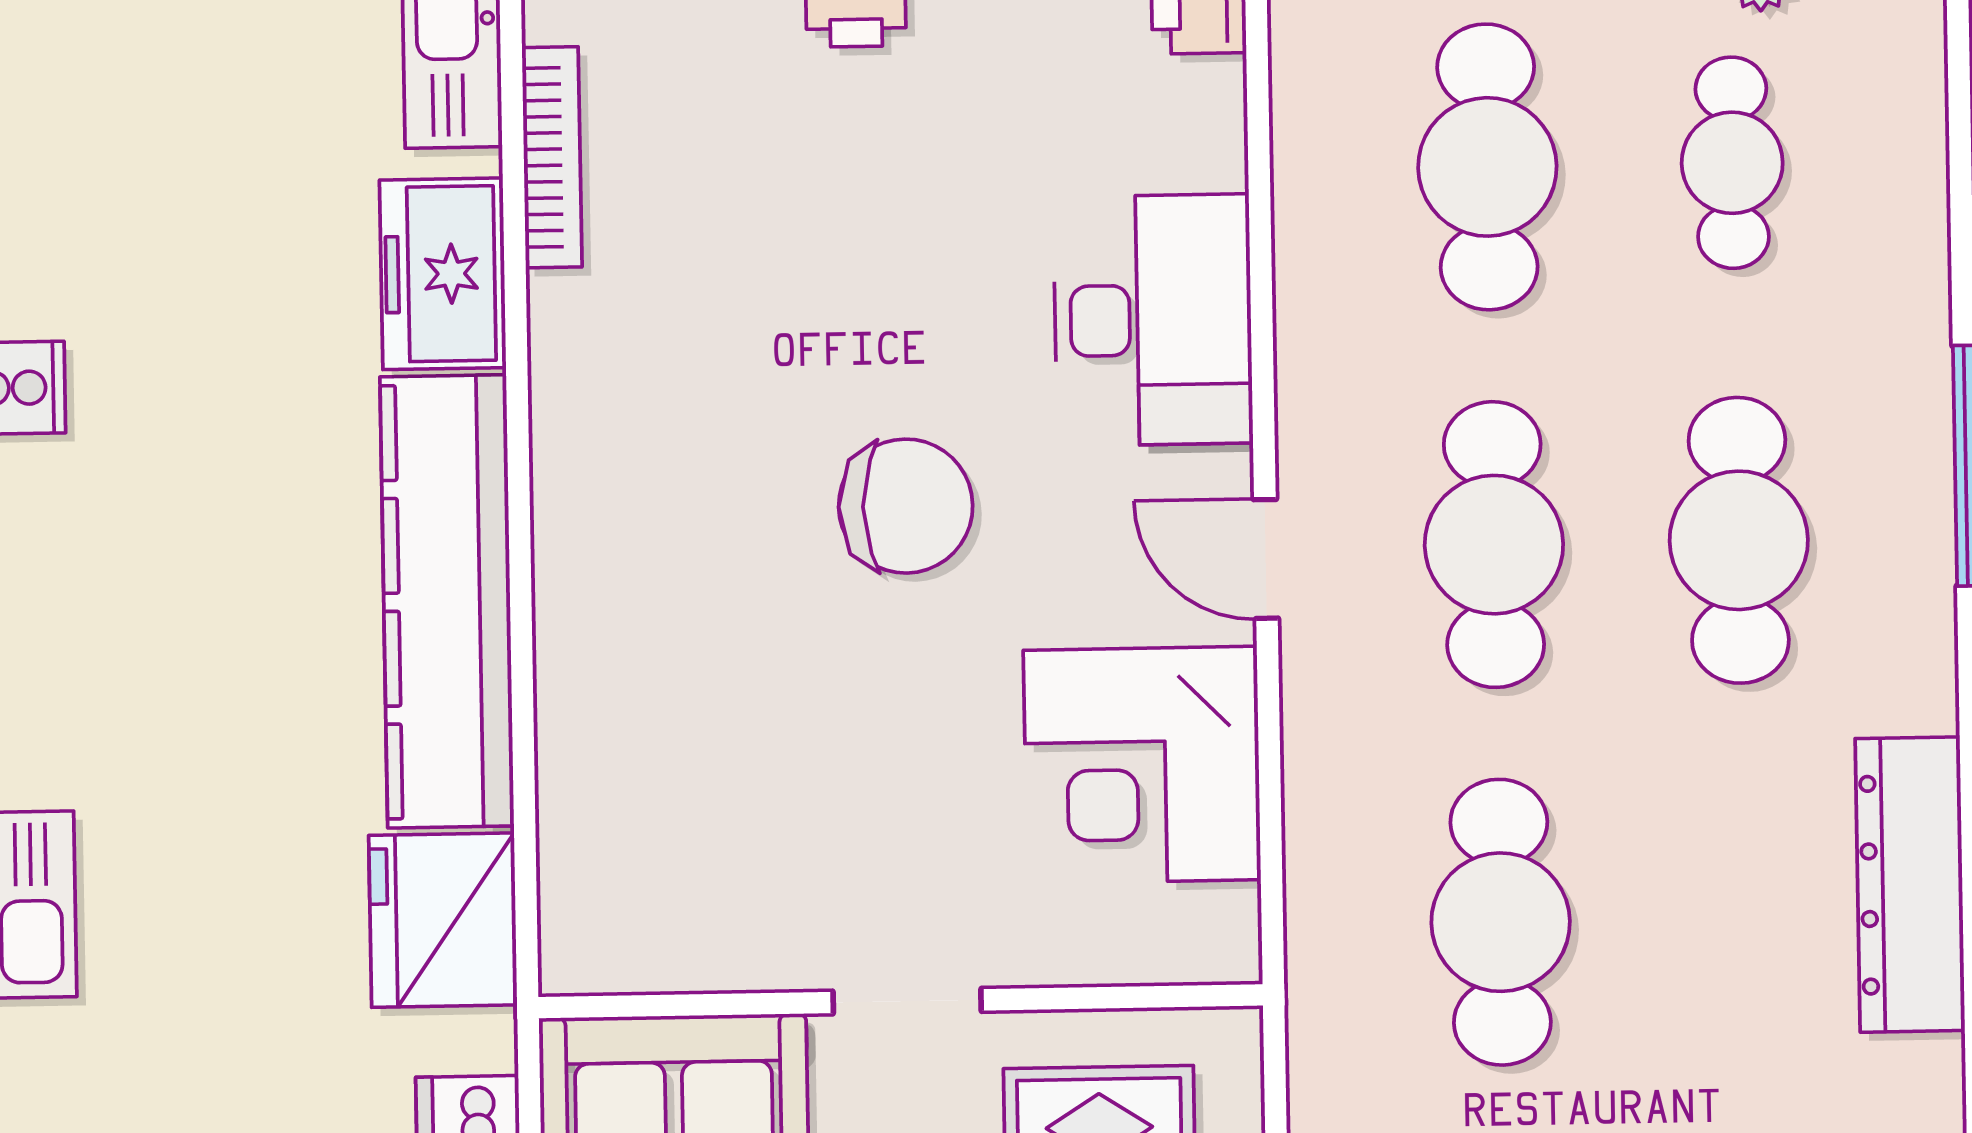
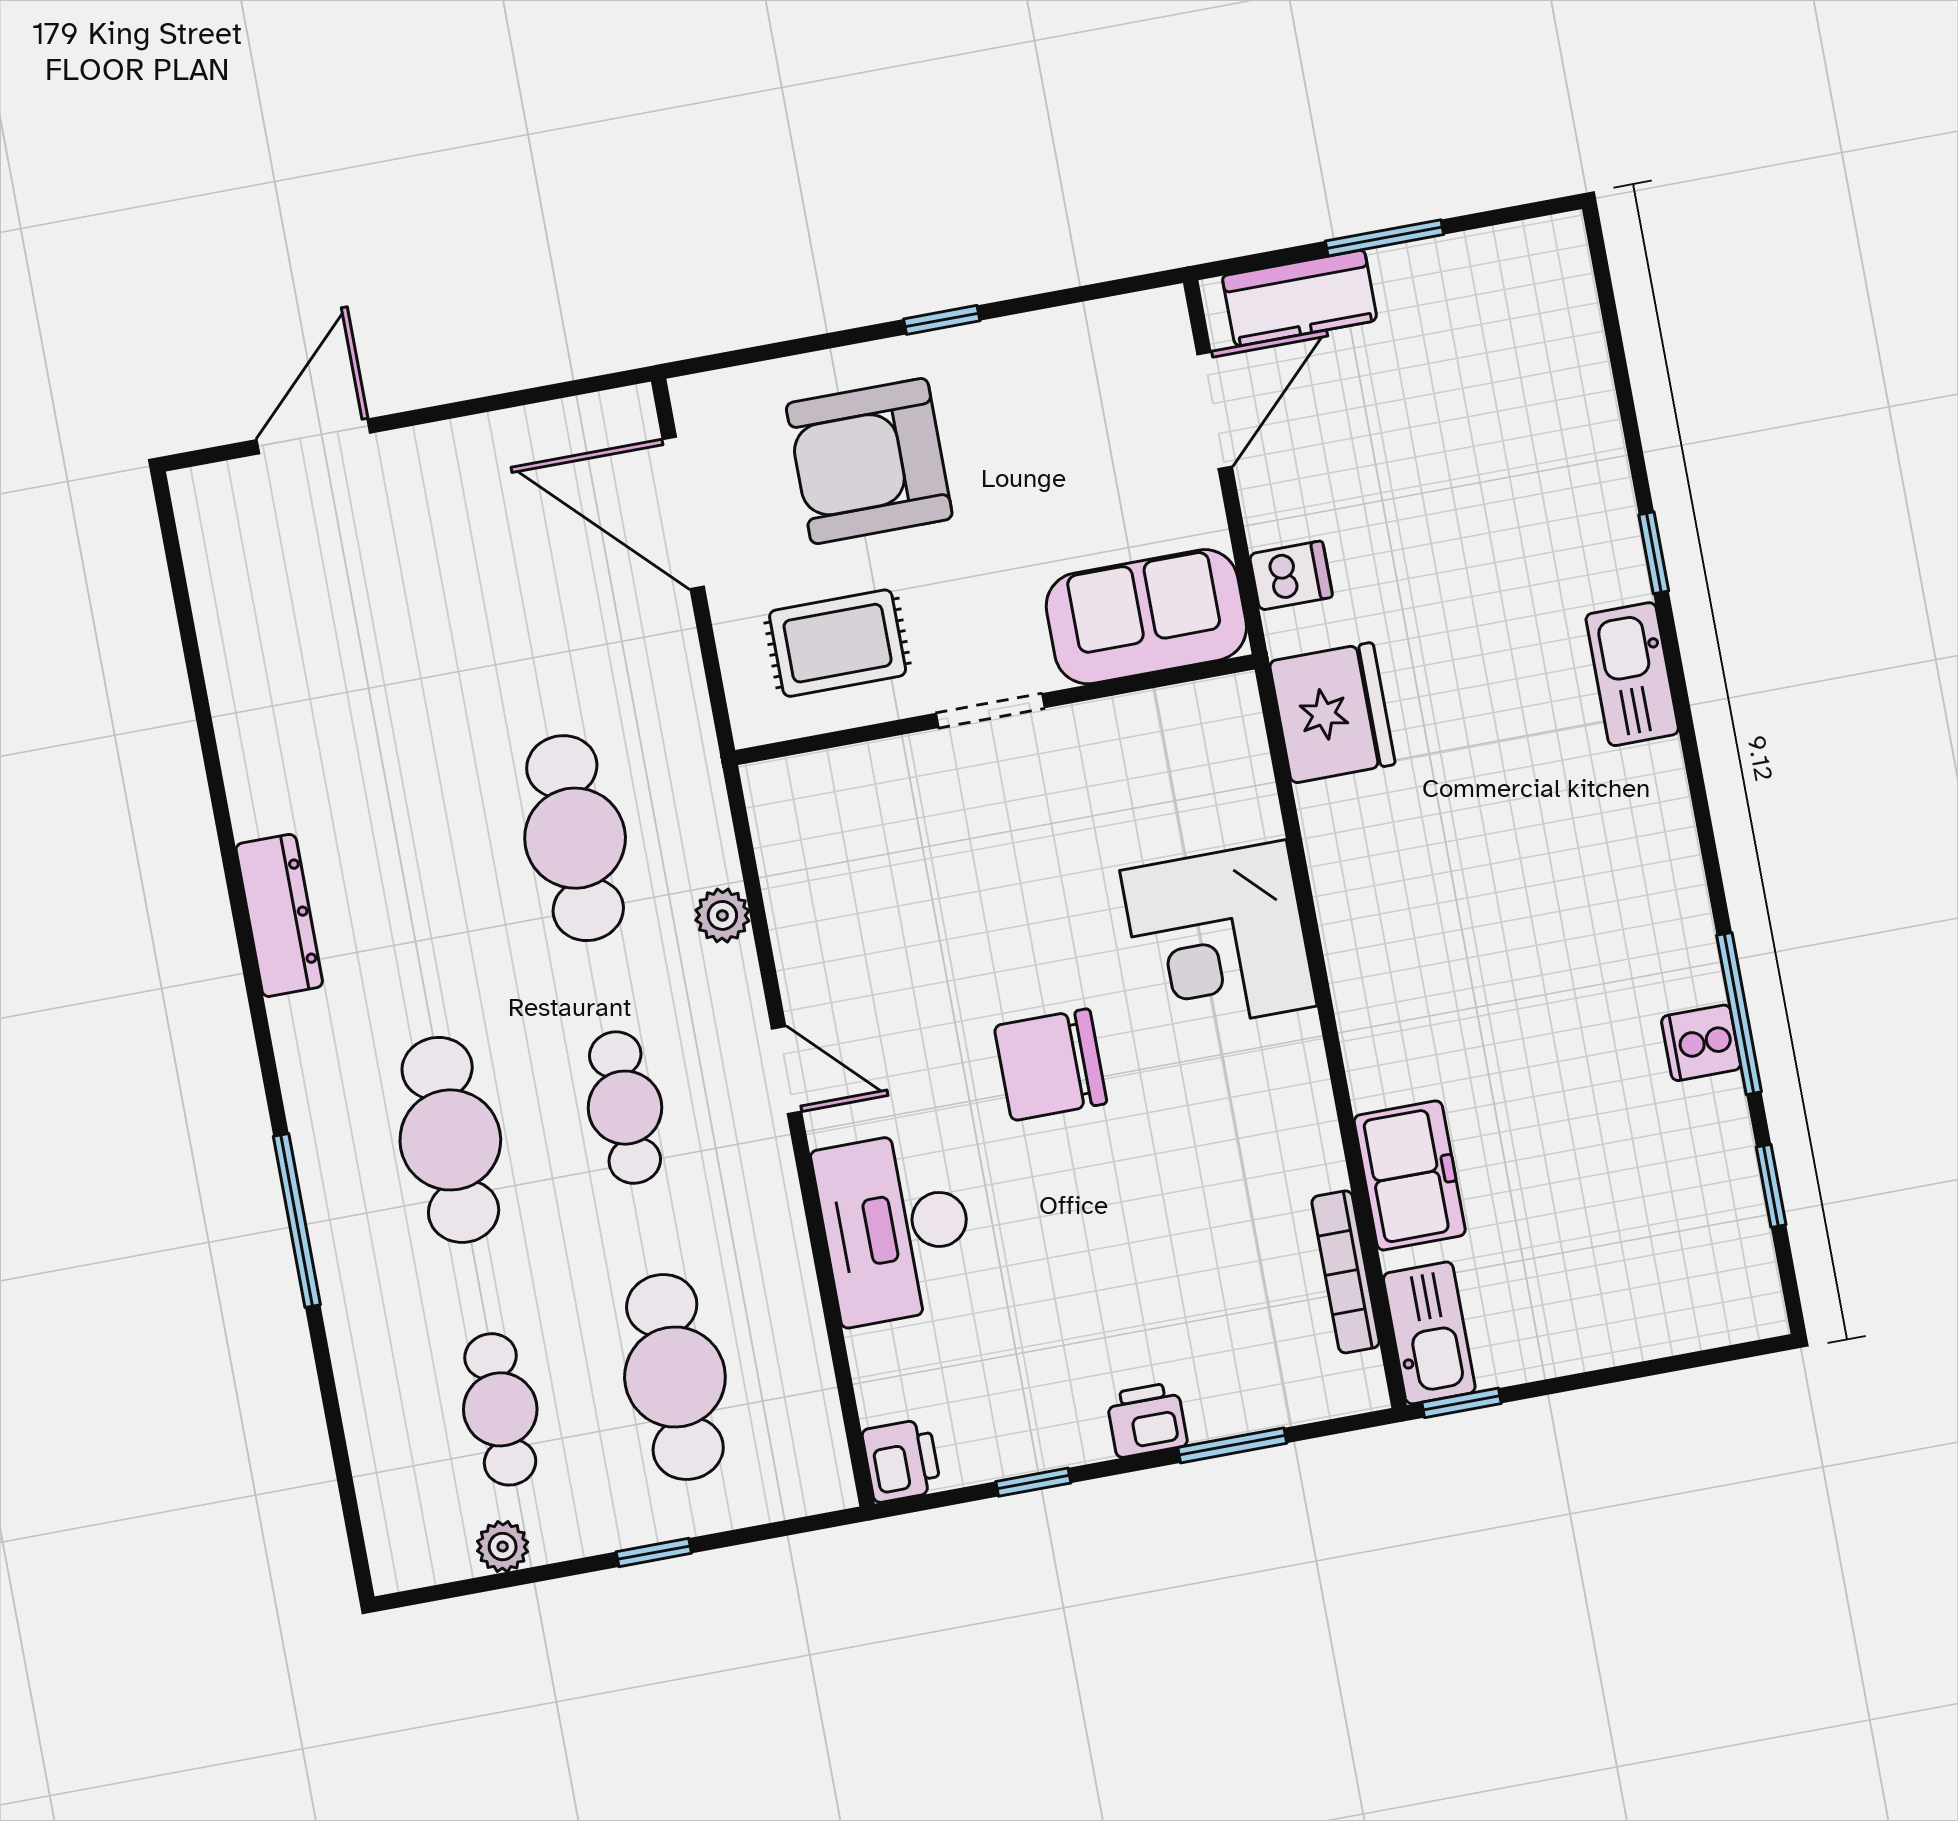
cafe table: (1494, 545) -> (625, 1108), width x0.73, depth x0.74
kitchen counter: (447, 601) -> (1367, 942), removed
corner desk: (1142, 765) -> (1218, 938), moved, turned 180
plant: (1318, 784) -> (722, 915), added
dresser: (1910, 885) -> (279, 915), width x0.73, depth x0.80

